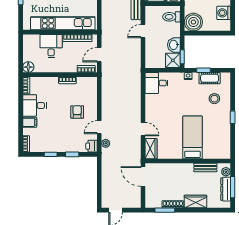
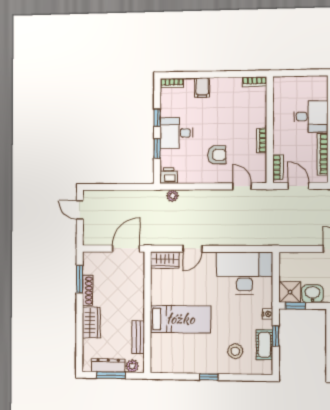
floor lamp: (28, 67) -> (281, 84), removed
desk: (157, 83) -> (244, 273), width x1.87, depth x1.30
desk: (34, 105) -> (176, 133), moved, turned -90
door: (99, 127) -> (242, 186), moved

